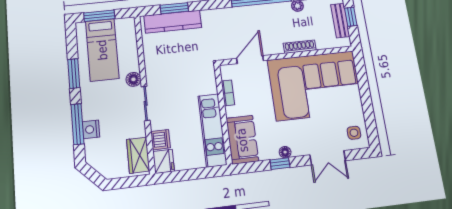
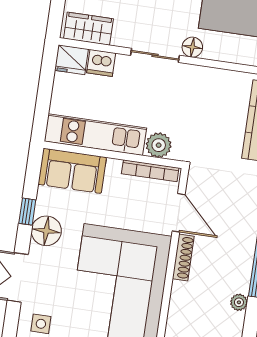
shoe rack: (300, 47) -> (183, 257), moved
plant: (208, 85) -> (159, 145), added
bookcase: (228, 93) -> (150, 171), width x1.56
floor lamp: (285, 152) -> (46, 231), width x1.89, depth x1.89

